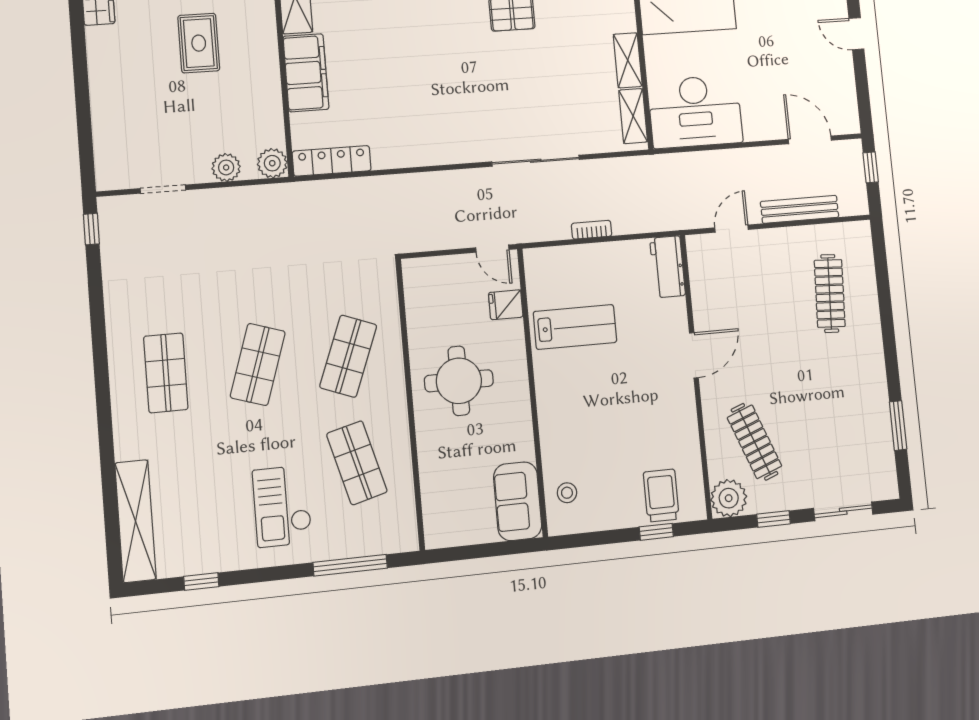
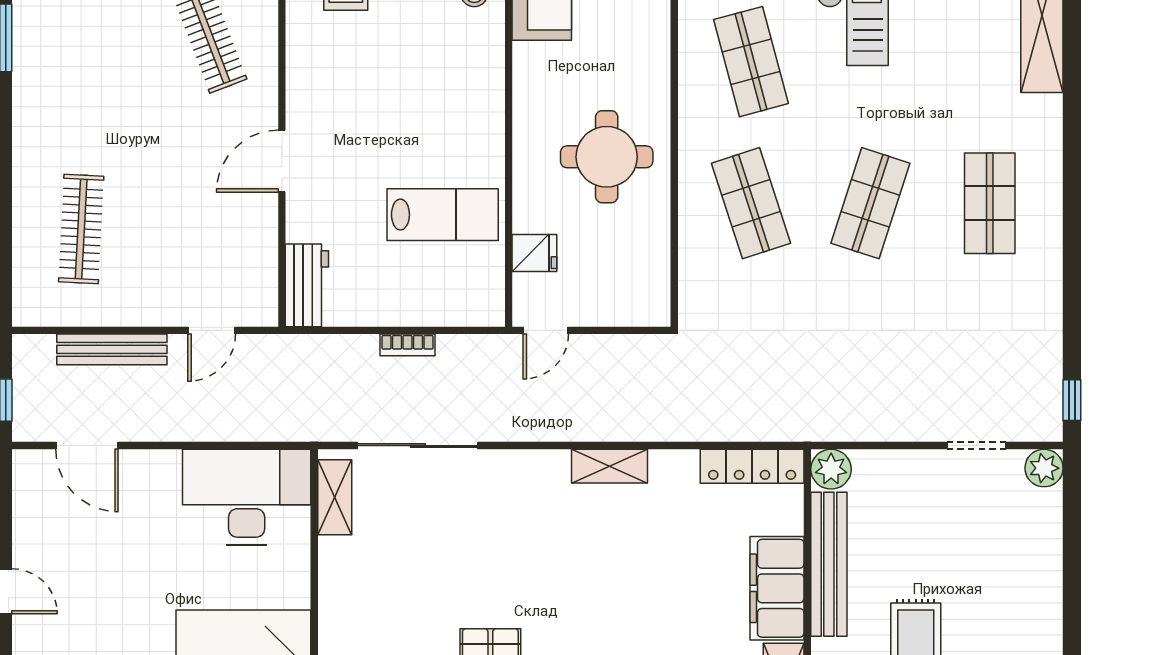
shelving: (628, 60) -> (609, 466), moved, turned 90
bench: (268, 93) -> (829, 564), added
sliding door: (536, 161) -> (418, 446), moved
plant: (226, 167) -> (1044, 468), moved
door: (492, 249) -> (546, 330), swing flipped
lab bench: (575, 327) -> (443, 215), turned 180
shop shelf: (348, 356) -> (751, 203), turned -39

